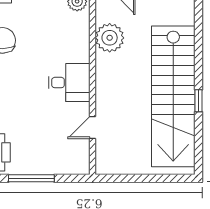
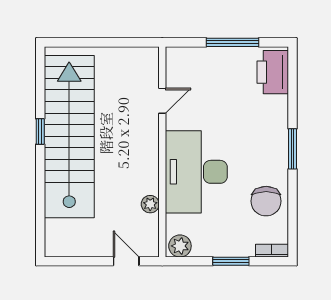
plant: (110, 38) -> (150, 204), width x0.53, depth x0.53
desk: (69, 83) -> (196, 172), width x1.87, depth x1.30

